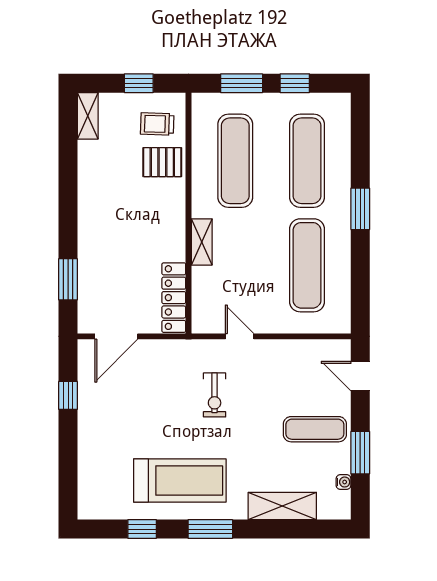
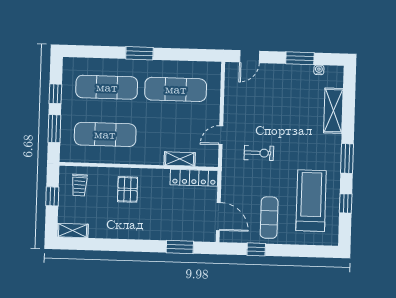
pallet: (162, 162) -> (128, 189), moved
shelving: (202, 242) -> (180, 159), moved
exercise mat: (315, 429) -> (269, 218), moved
treadmill: (180, 480) -> (311, 201), moved

